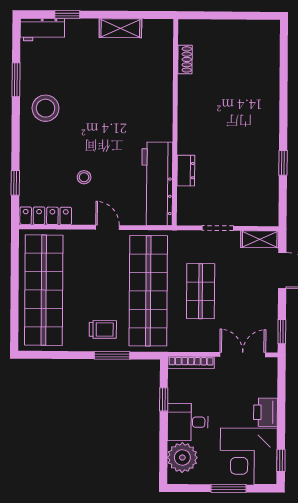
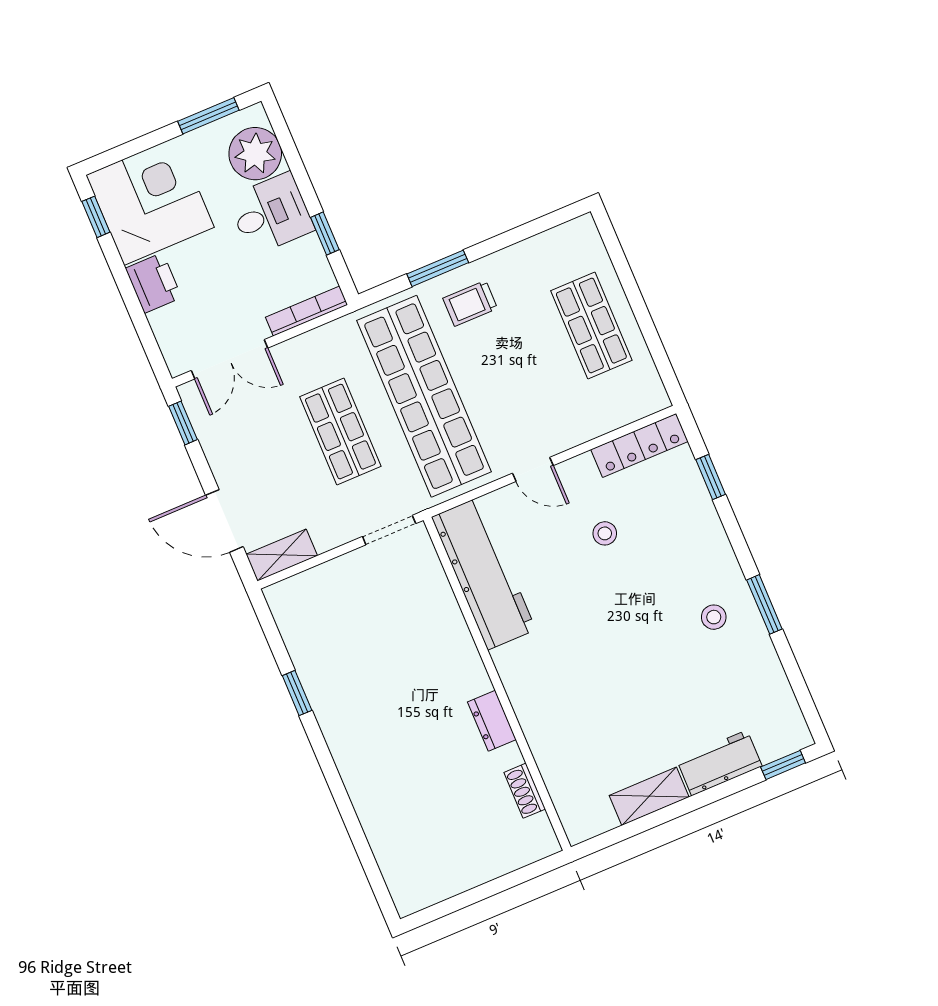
window: (67, 14) -> (783, 765), moved
workbench: (42, 30) -> (719, 763), moved
window: (16, 80) -> (764, 604), moved
stool: (45, 108) -> (714, 617), width x0.53, depth x0.53
dresser: (186, 171) -> (492, 721), moved
doorway: (218, 228) -> (389, 530), moved
shop shelf: (44, 290) -> (591, 326), width x0.50, depth x0.74
window: (228, 488) -> (208, 116), moved

